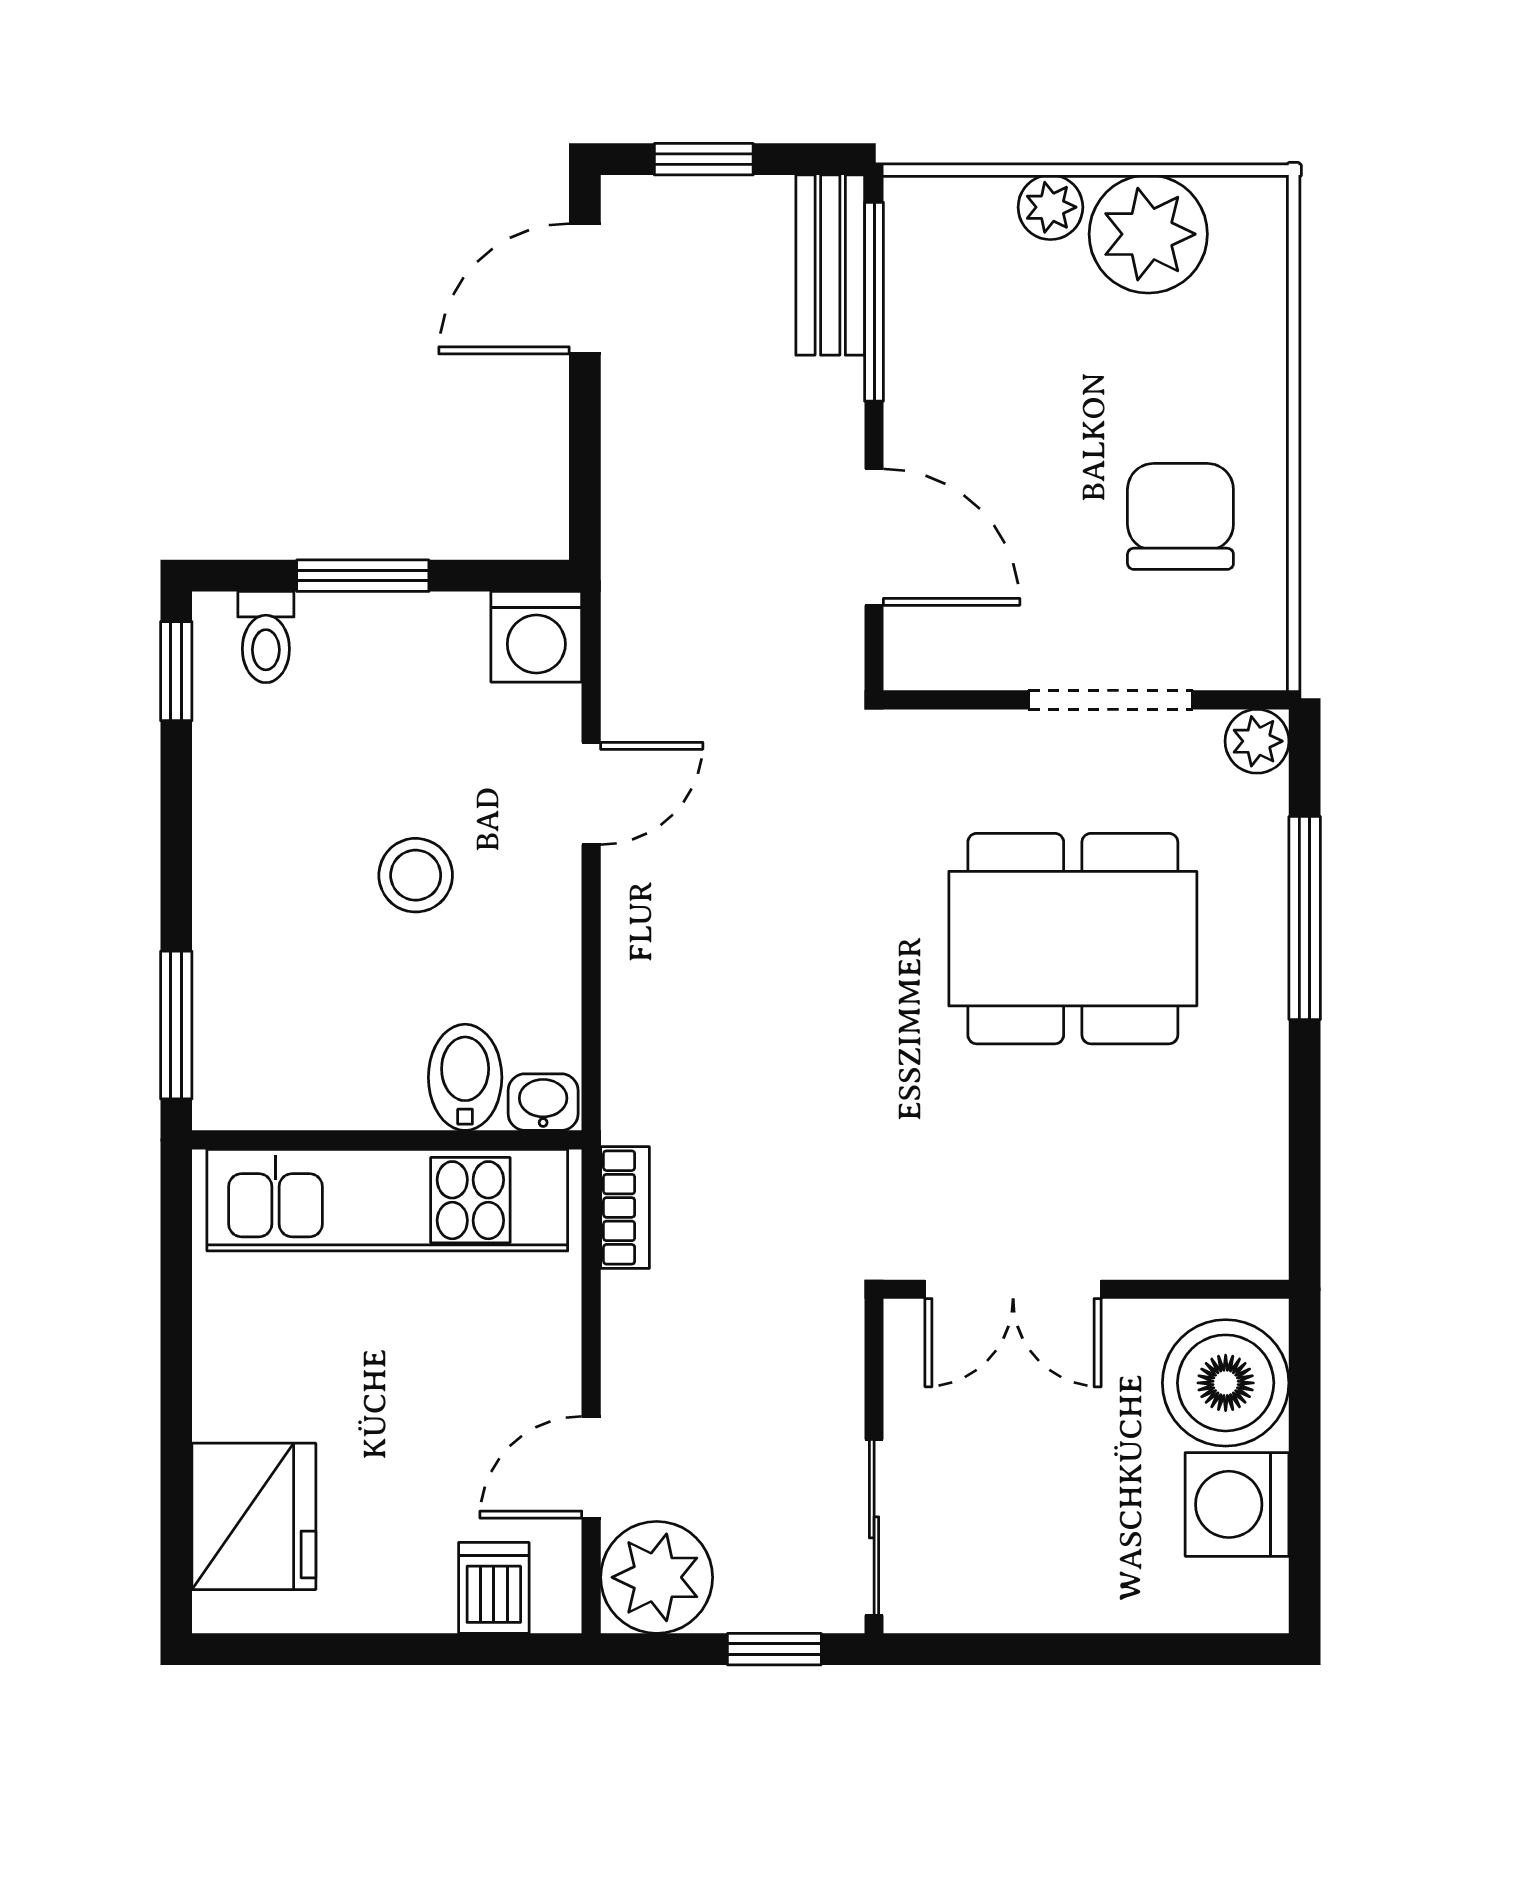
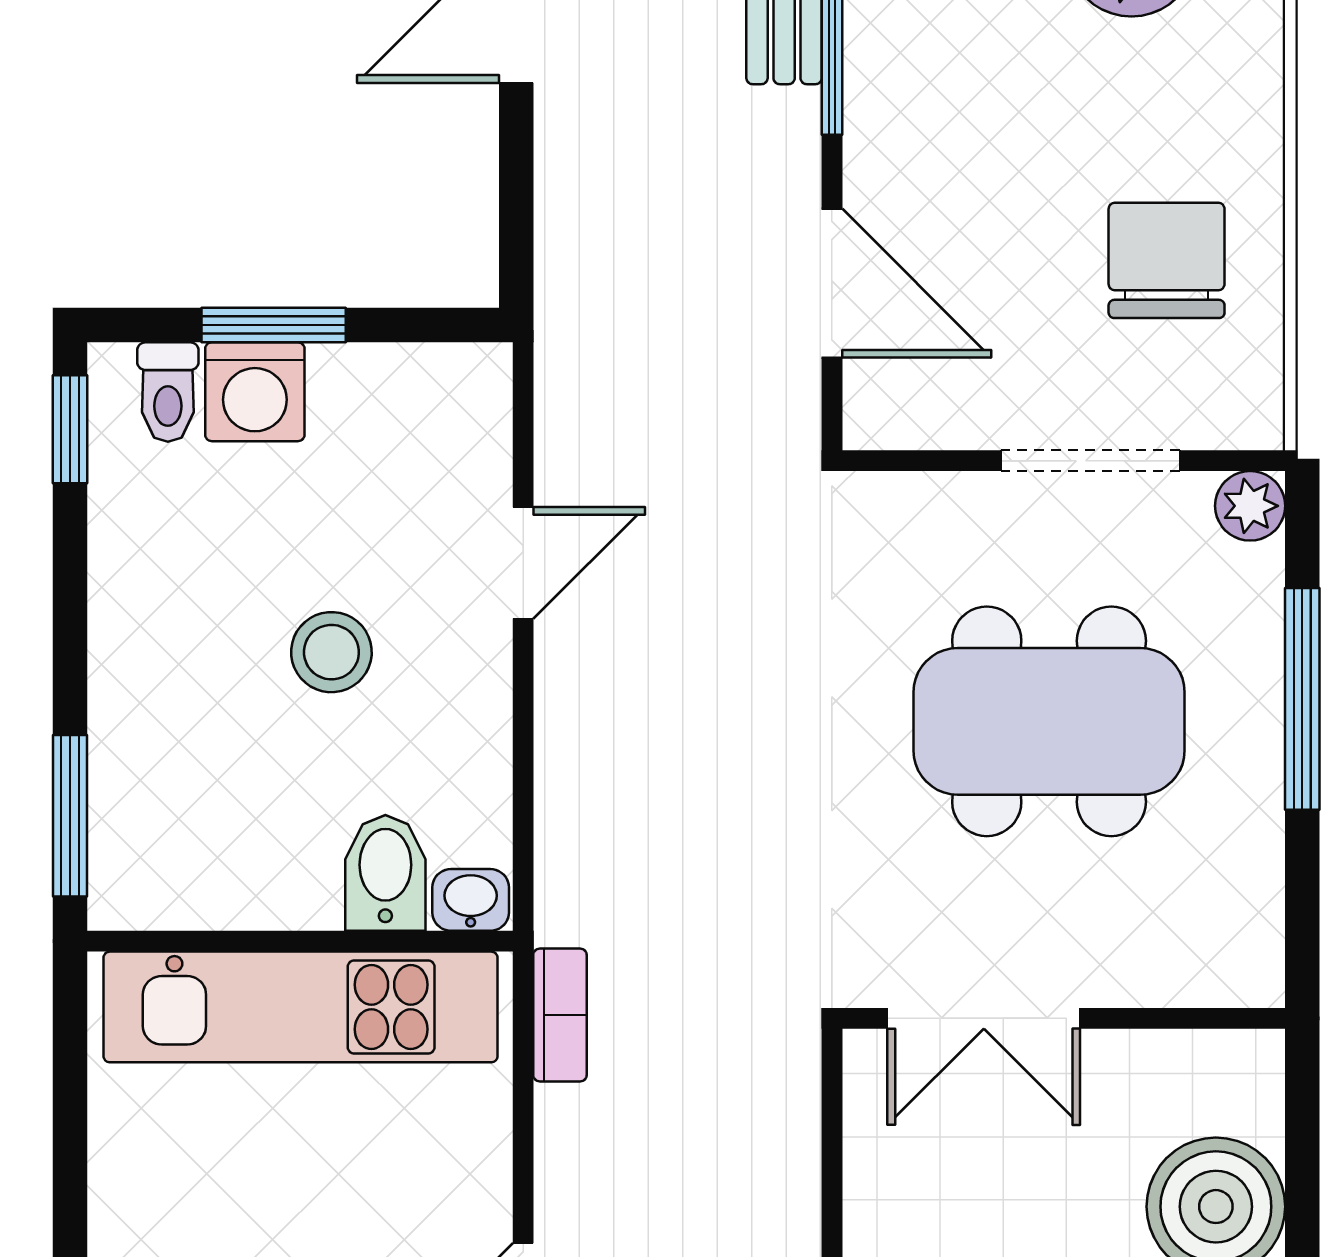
washing machine: (536, 637) -> (255, 392), moved
double door: (1013, 1289) -> (984, 1018), moved
wall: (1086, 1289) -> (1064, 1018), moved

